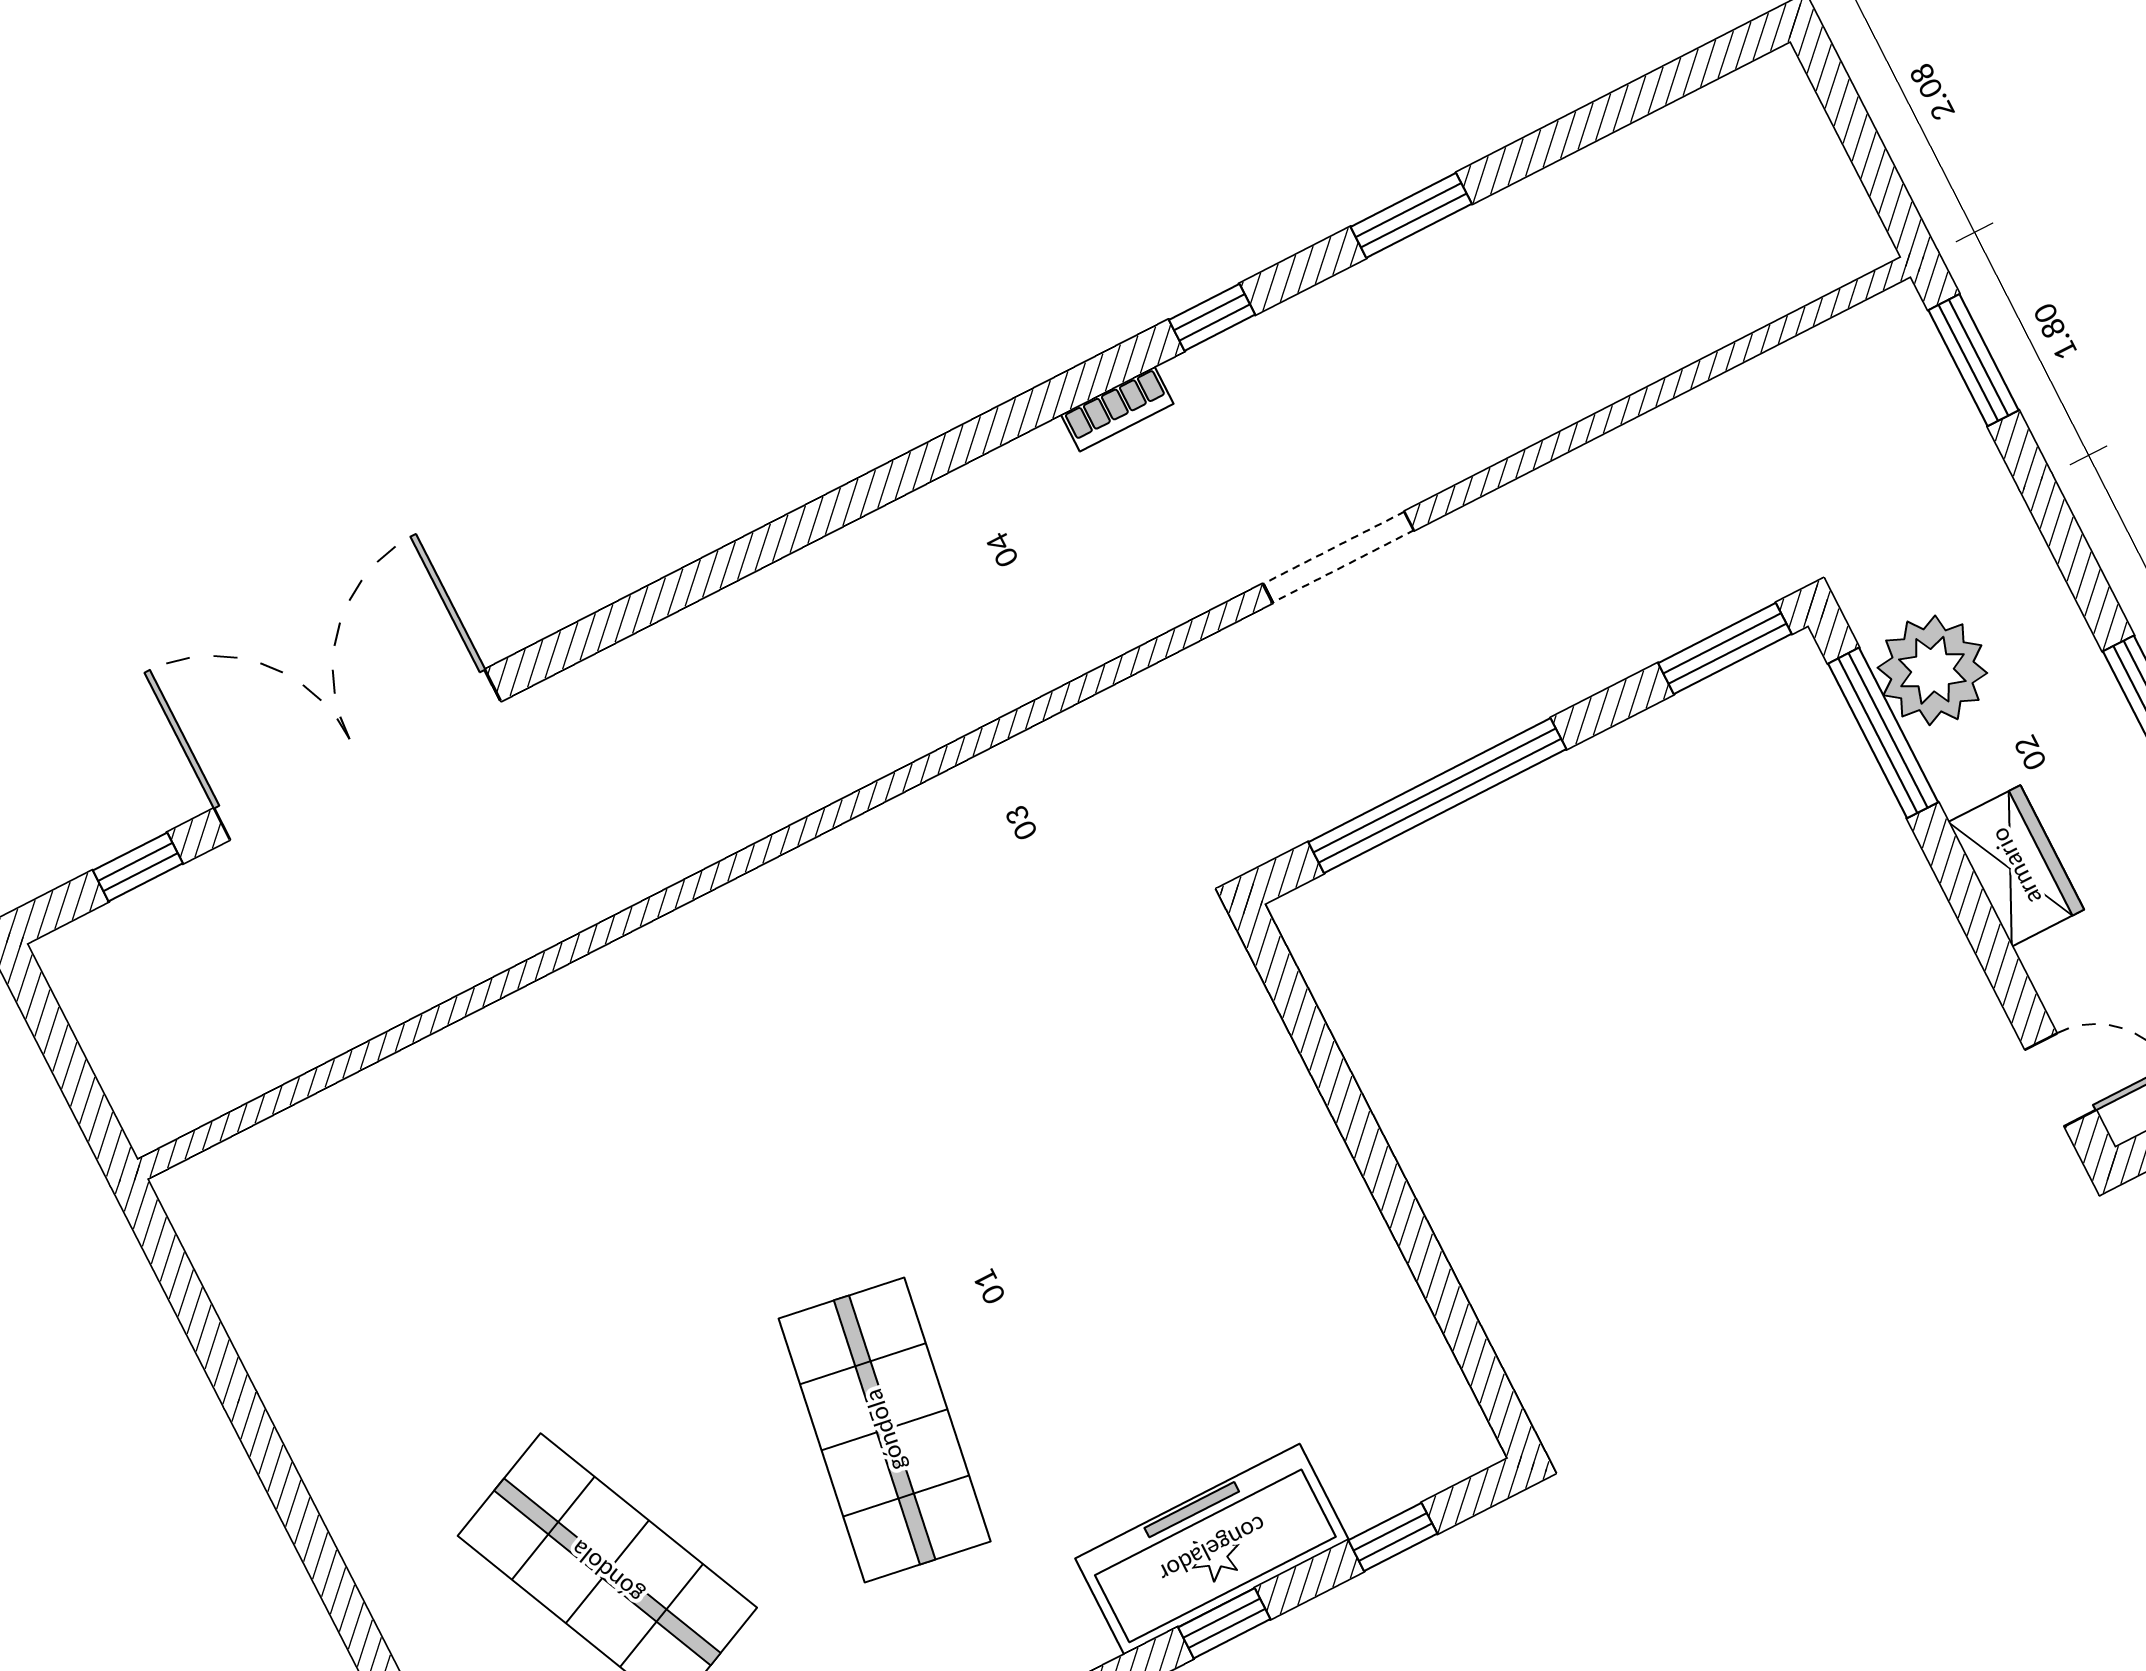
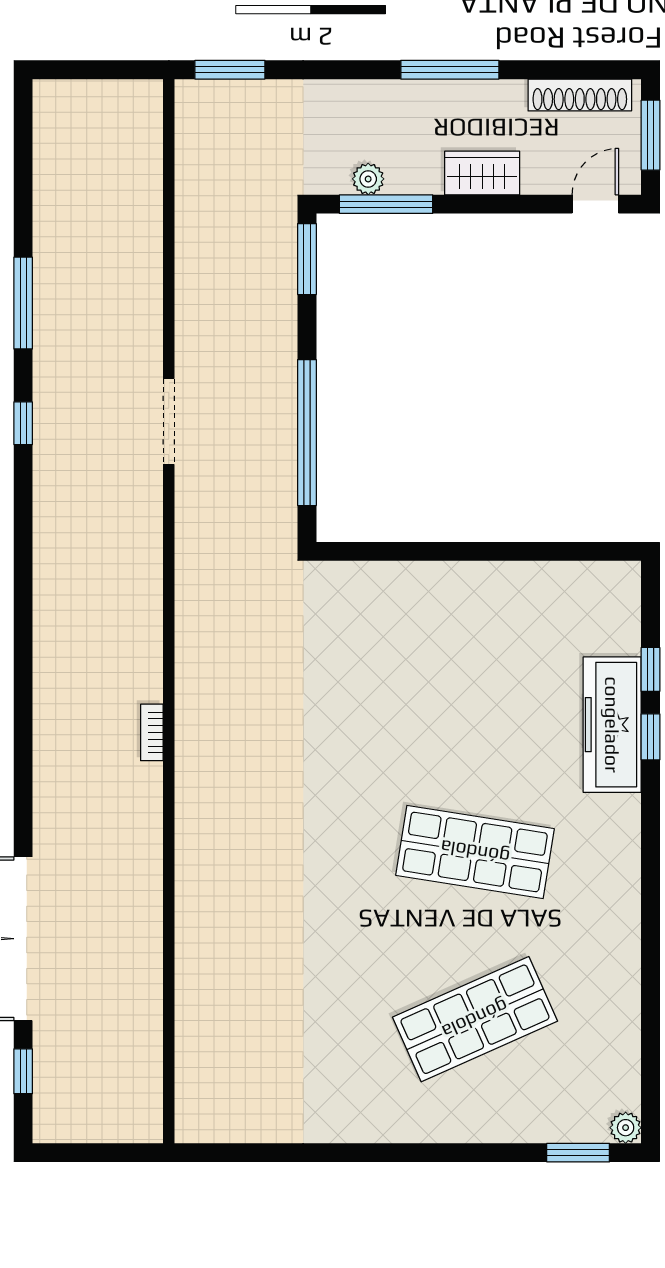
window: (1411, 215) -> (23, 303), width x1.44
bookcase: (1117, 409) -> (152, 732), moved, turned 180
plant: (1932, 670) -> (368, 179), width x0.53, depth x0.53
window: (1393, 1537) -> (650, 669), moved

